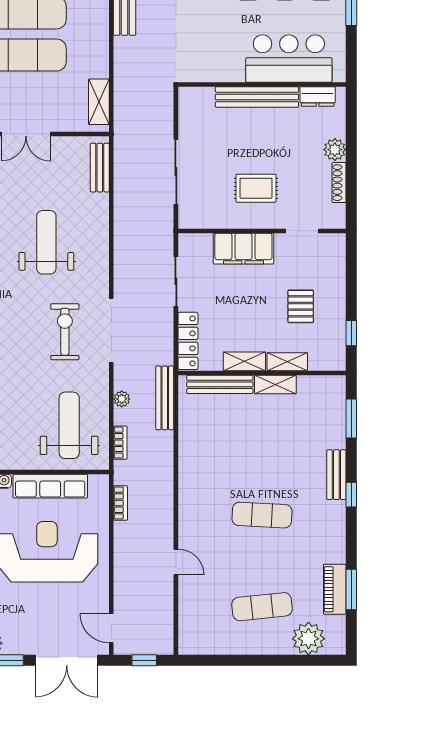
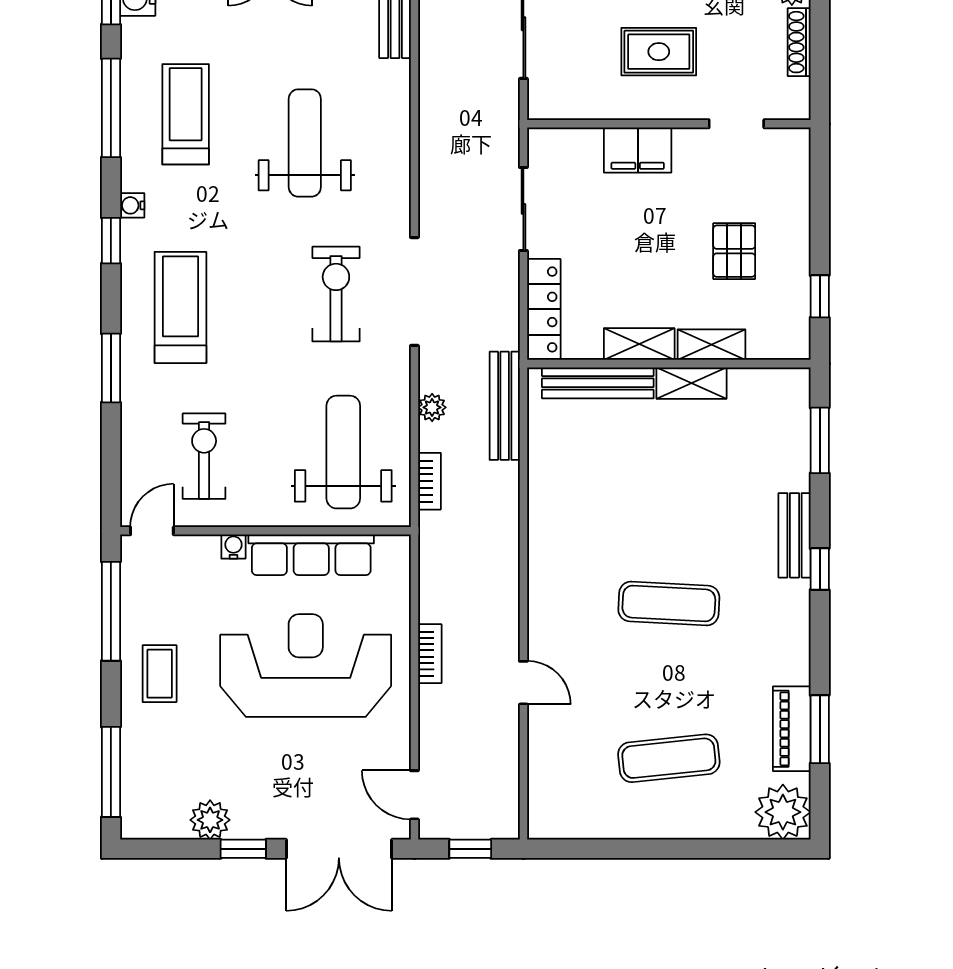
filing cabinet: (243, 249) -> (638, 150), width x0.67, depth x0.86
bookcase: (120, 503) -> (430, 654), moved
plant: (308, 639) -> (783, 812), moved

